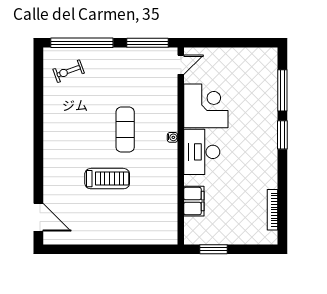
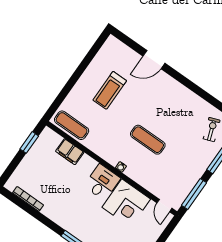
desk: (202, 152) -> (102, 182), width x0.73
treadmill: (107, 179) -> (110, 90), moved
door: (38, 217) -> (154, 60), moved
exercise mat: (165, 218) -> (72, 125), added

